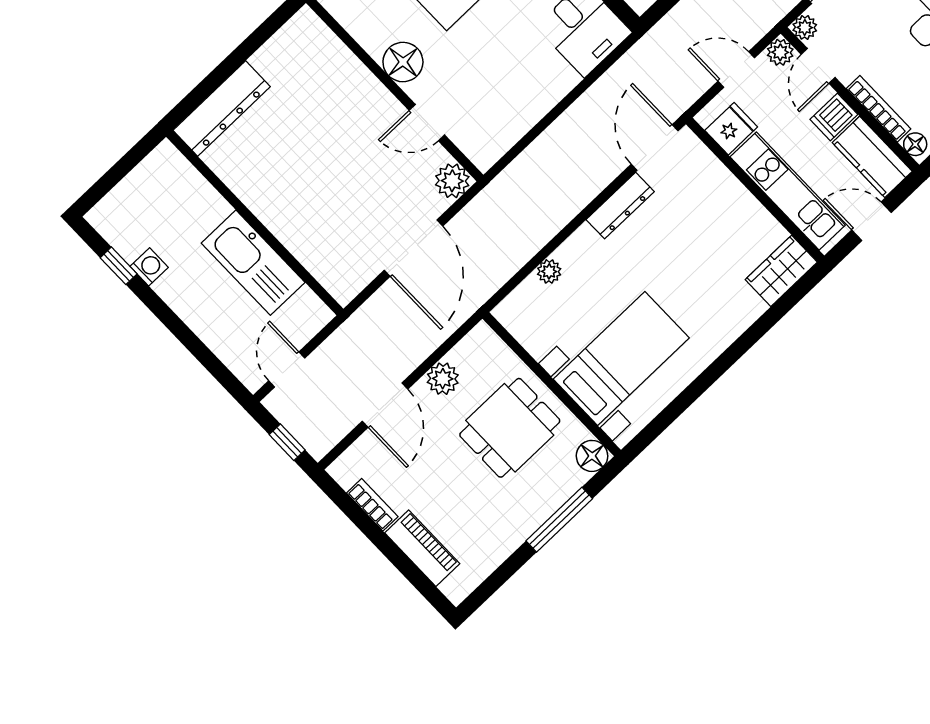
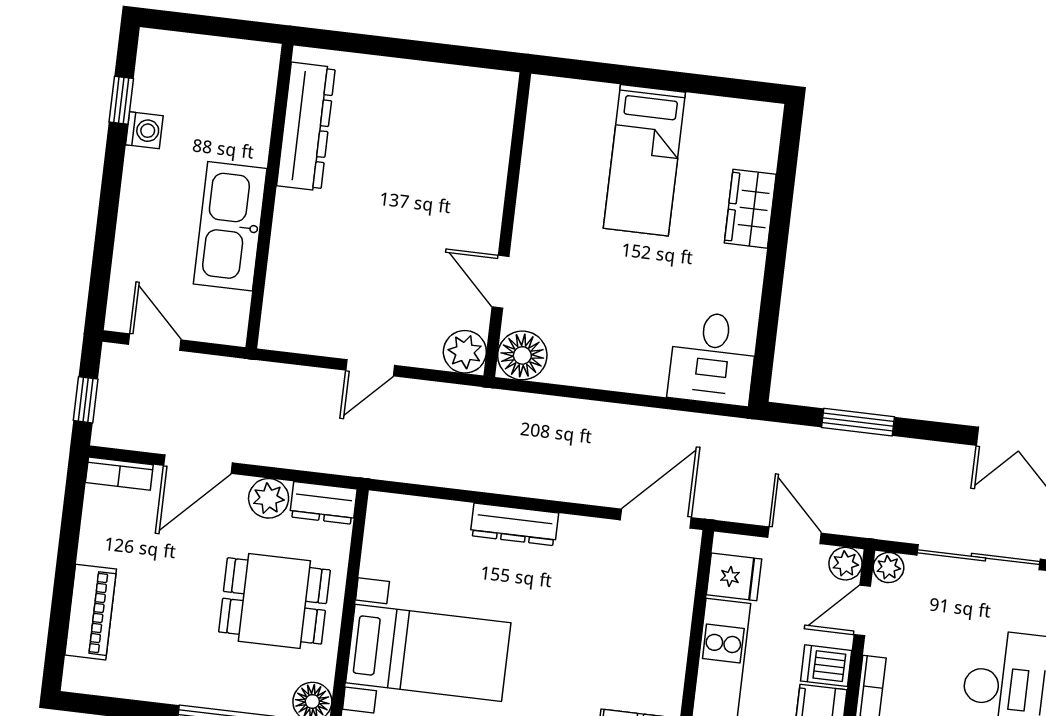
floor lamp: (403, 62) -> (522, 355), moved
dresser: (222, 108) -> (306, 126), moved, turned -90
dresser: (620, 206) -> (514, 524), moved
door: (414, 248) -> (370, 368), width x0.53
plant: (549, 271) -> (455, 516), removed
dresser: (474, 347) -> (323, 503), added
door: (287, 369) -> (155, 342), hinge flipped
bookcase: (372, 505) -> (119, 474), moved, turned 90

